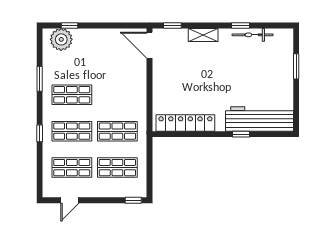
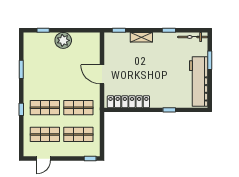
bicycle: (253, 35) -> (193, 37), moved
plant: (61, 39) -> (63, 40), moved
door: (150, 45) -> (102, 74), moved
shop shelf: (72, 95) -> (45, 81), removed
workbench: (259, 119) -> (199, 81), moved, turned -90

